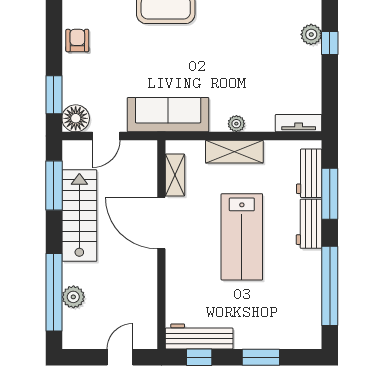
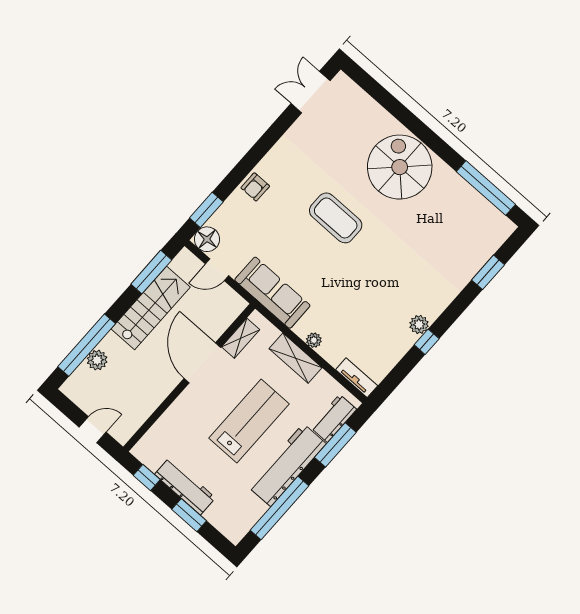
armchair: (77, 41) -> (255, 187), turned 180
workbench: (309, 224) -> (287, 465), width x1.88, depth x1.32
lab bench: (242, 237) -> (249, 421), turned 180
workbench: (199, 336) -> (185, 486), moved

